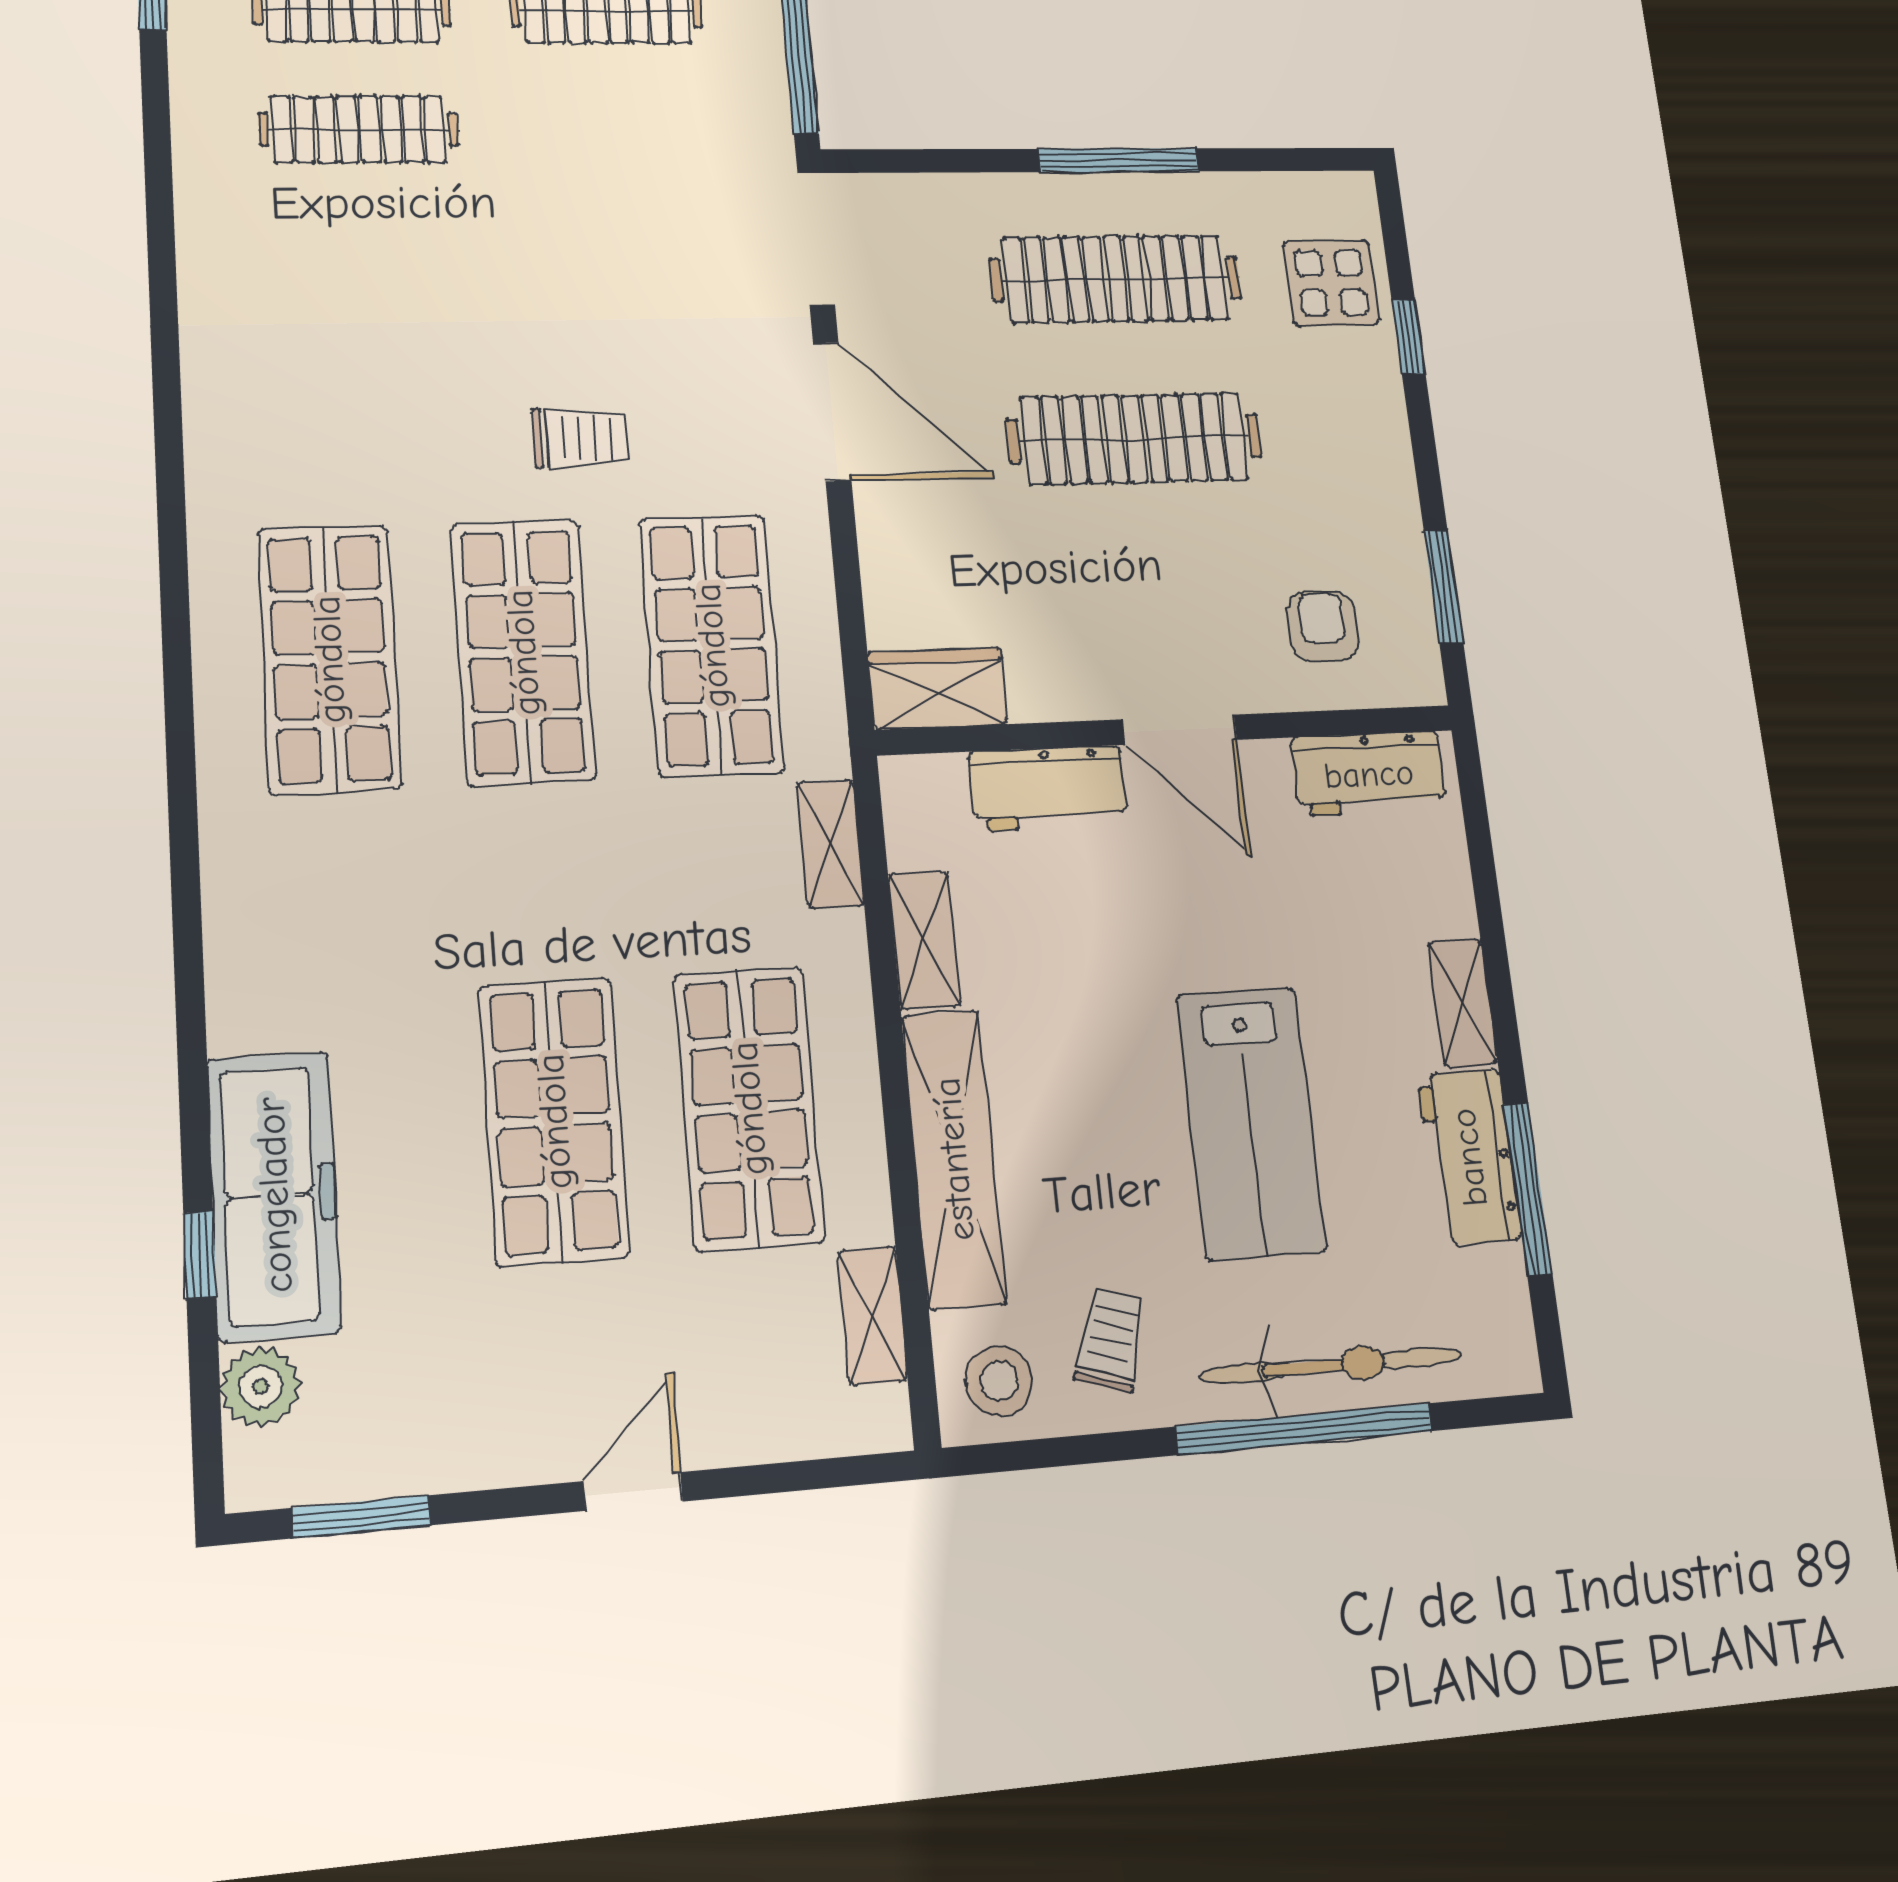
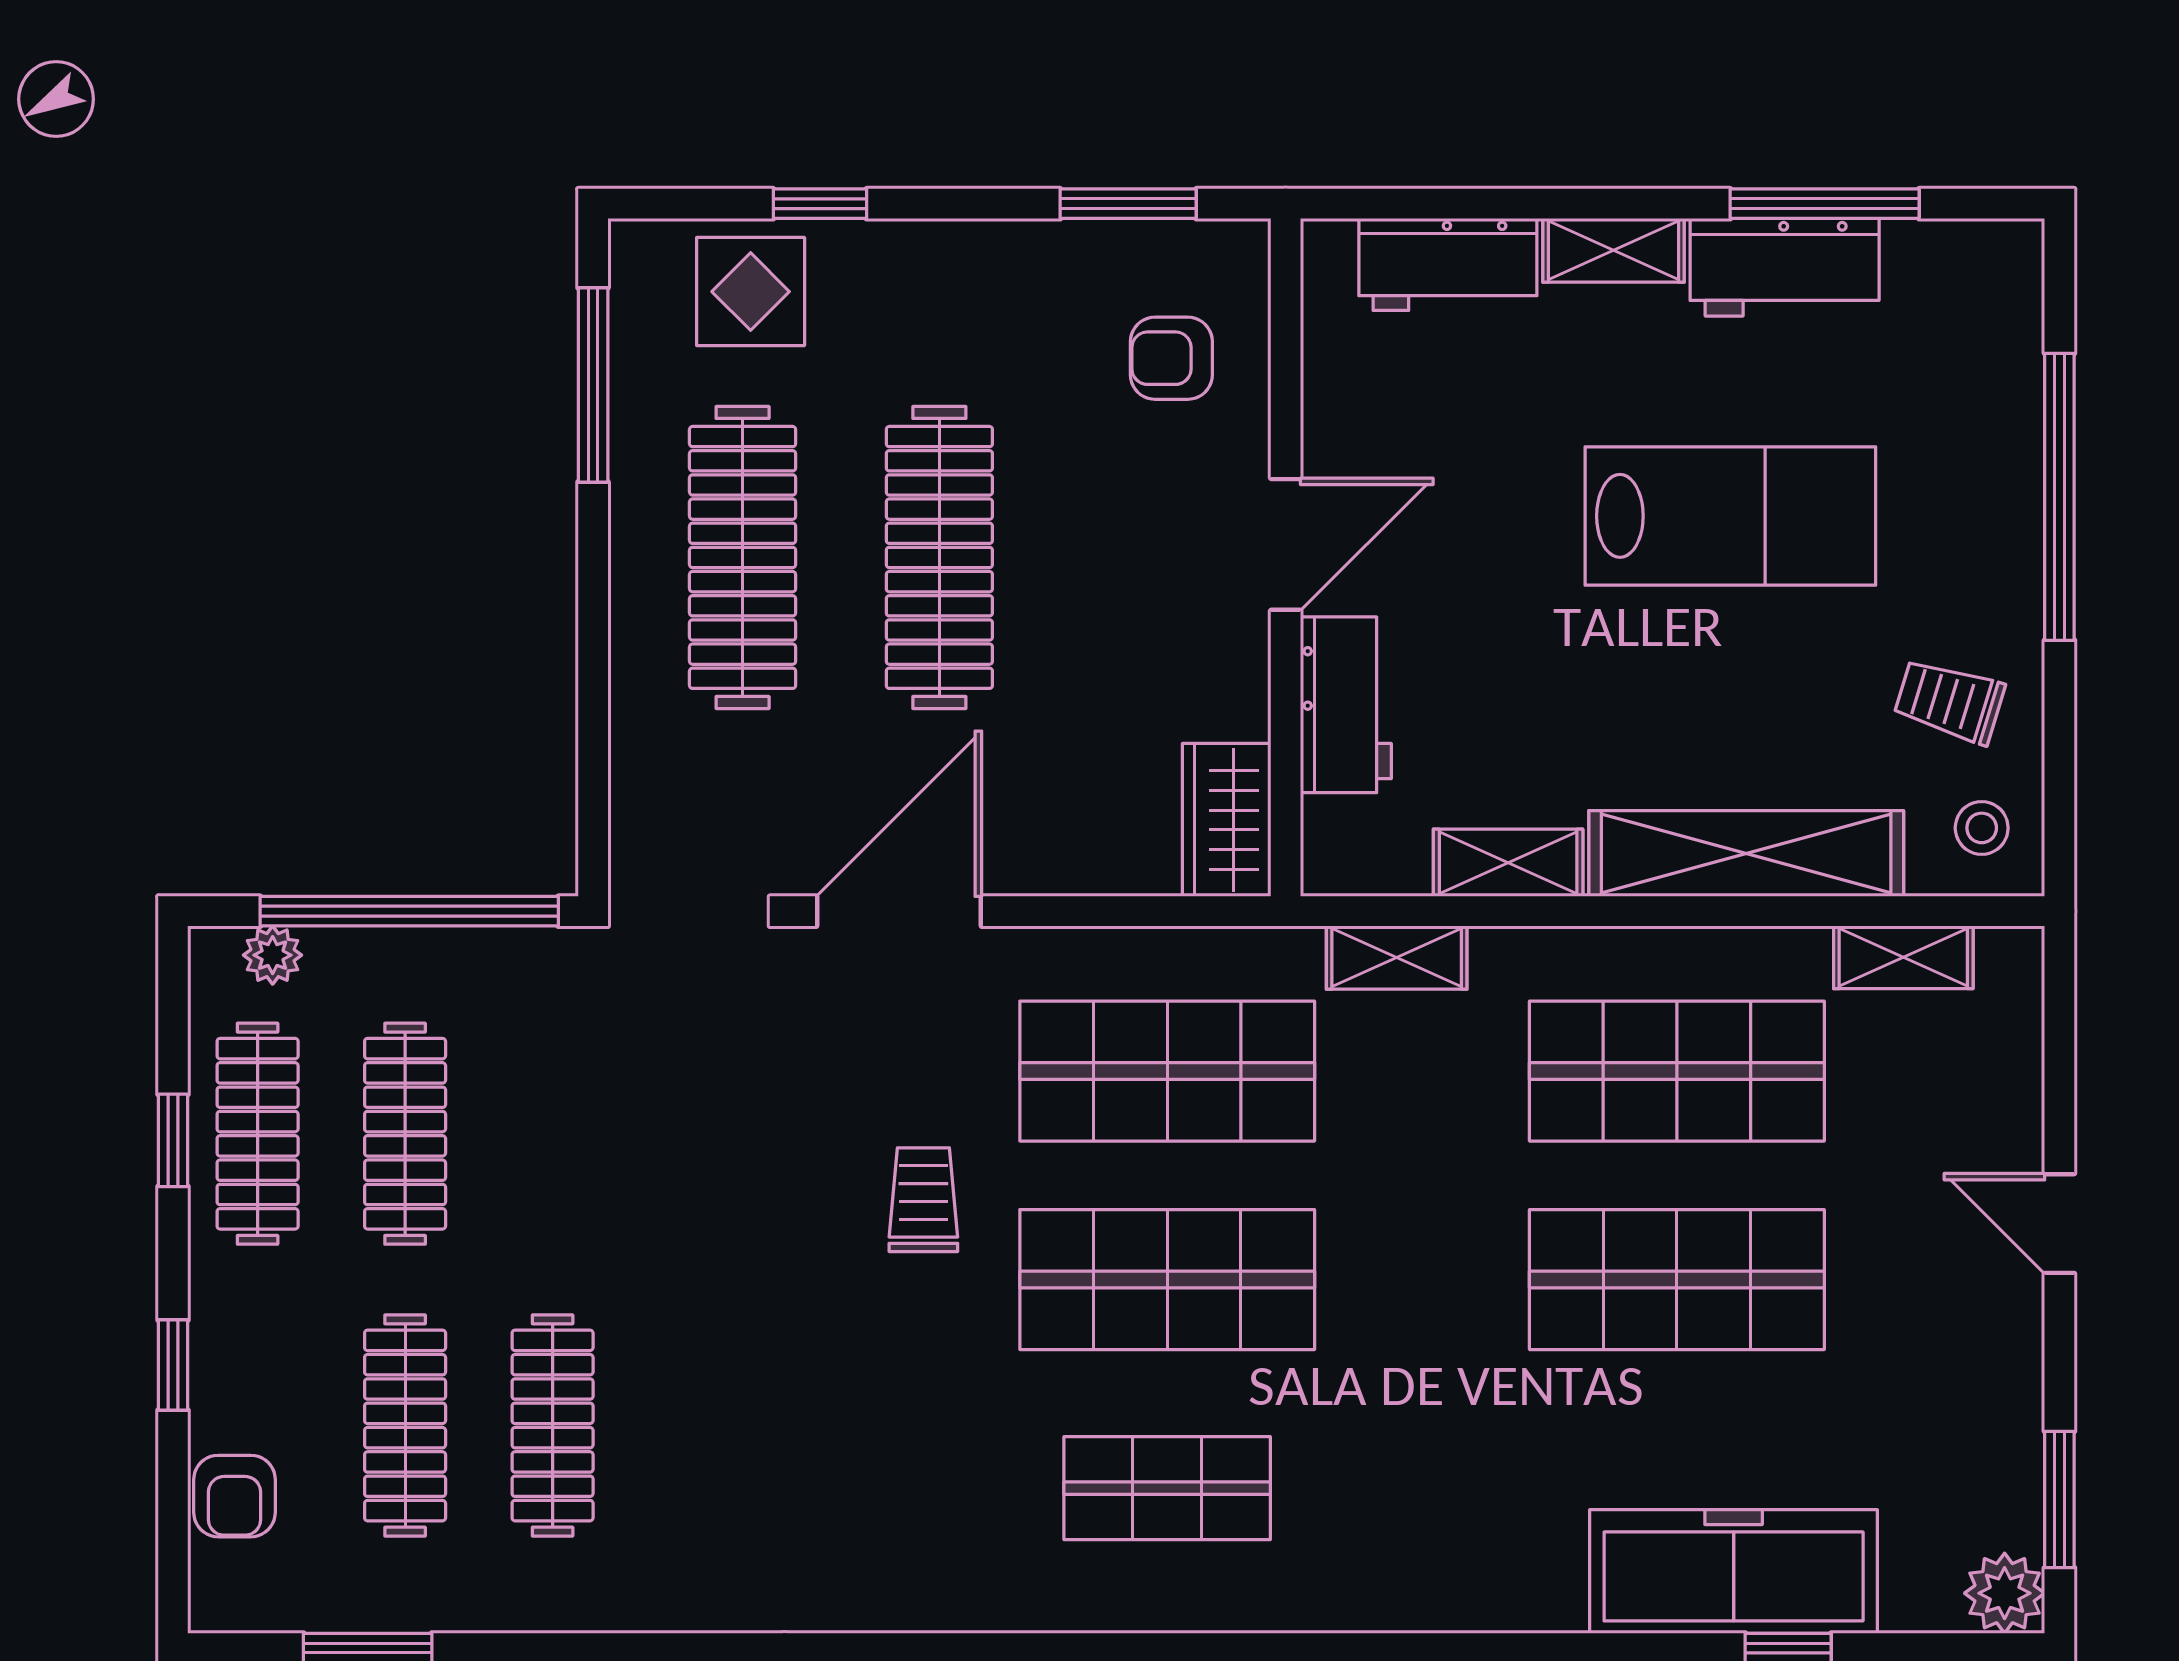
window: (1119, 160) -> (593, 385), moved
shop shelf: (329, 659) -> (1167, 1488), width x0.70, depth x0.74
workbench: (1369, 774) -> (1448, 264), moved, turned 90
bicycle: (1332, 1366) -> (1996, 457), removed
stool: (999, 1381) -> (1982, 828), width x0.73, depth x0.73
plant: (260, 1386) -> (2005, 1593), moved

